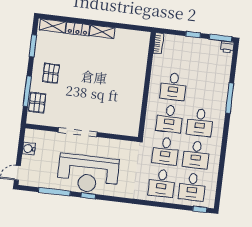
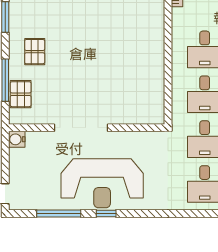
water cooler: (29, 149) -> (17, 139), moved

